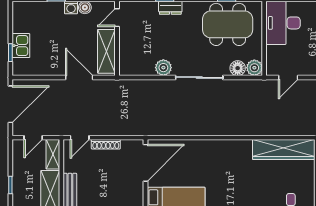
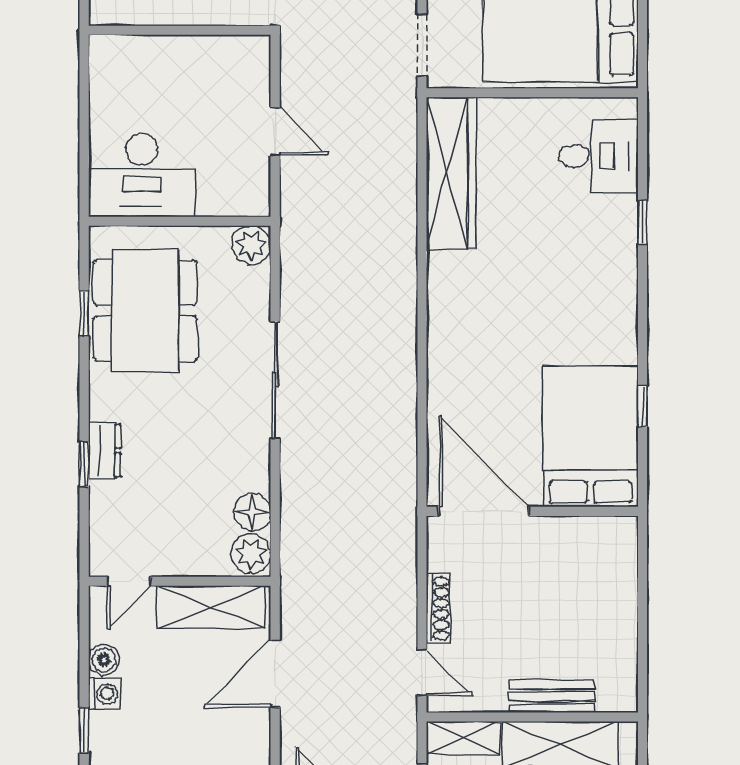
door: (117, 18) -> (129, 581), hinge flipped
plant: (163, 68) -> (251, 553), moved
floor lamp: (238, 68) -> (252, 512), moved
door: (288, 77) -> (275, 131), moved

